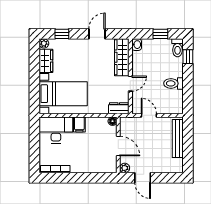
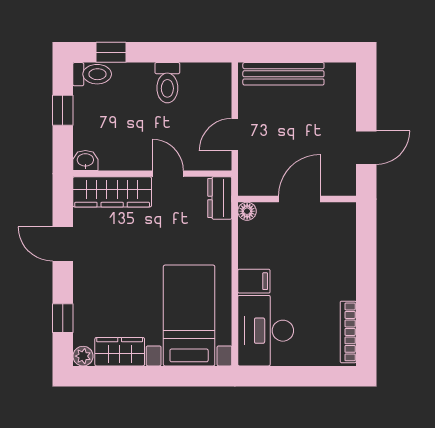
plant: (125, 168) -> (346, 186), removed

